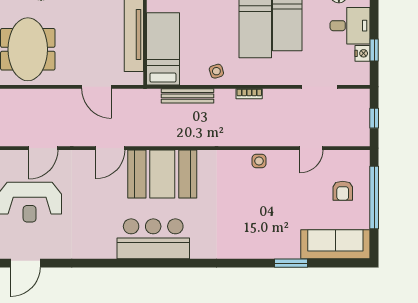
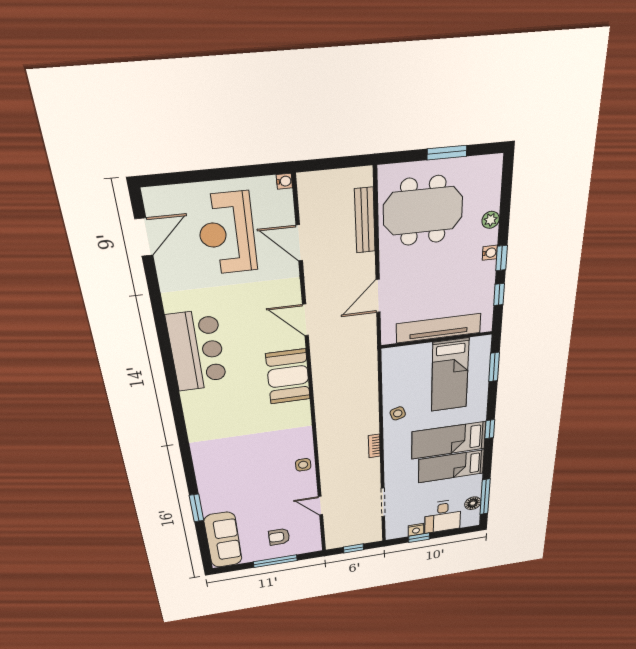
bed: (163, 49) -> (450, 375), moved, turned 90
bench: (187, 96) -> (365, 220), moved
booth: (162, 174) -> (288, 377), width x0.73, depth x0.70
window: (374, 197) -> (275, 561), width x0.68
bar counter: (153, 239) -> (197, 351), moved
door: (26, 263) -> (144, 237), swing flipped

